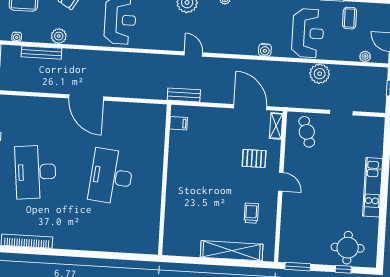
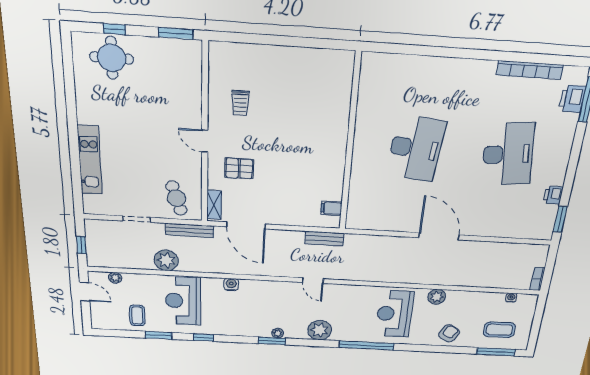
plant: (59, 36) -> (437, 297), moved
bench: (41, 53) -> (190, 230), moved
kitchen unit: (373, 187) -> (90, 160), moved
shelving: (232, 251) -> (265, 55), removed

